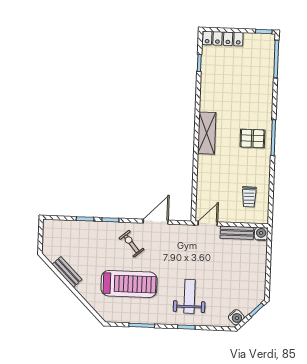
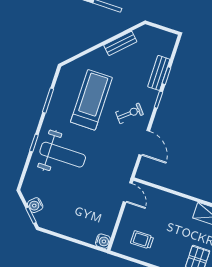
bench: (237, 233) -> (159, 73), moved
treadmill: (129, 284) -> (91, 100), turned 180
weight bench: (189, 296) -> (63, 155), width x1.36, depth x1.33
water cooler: (236, 317) -> (35, 205), moved

